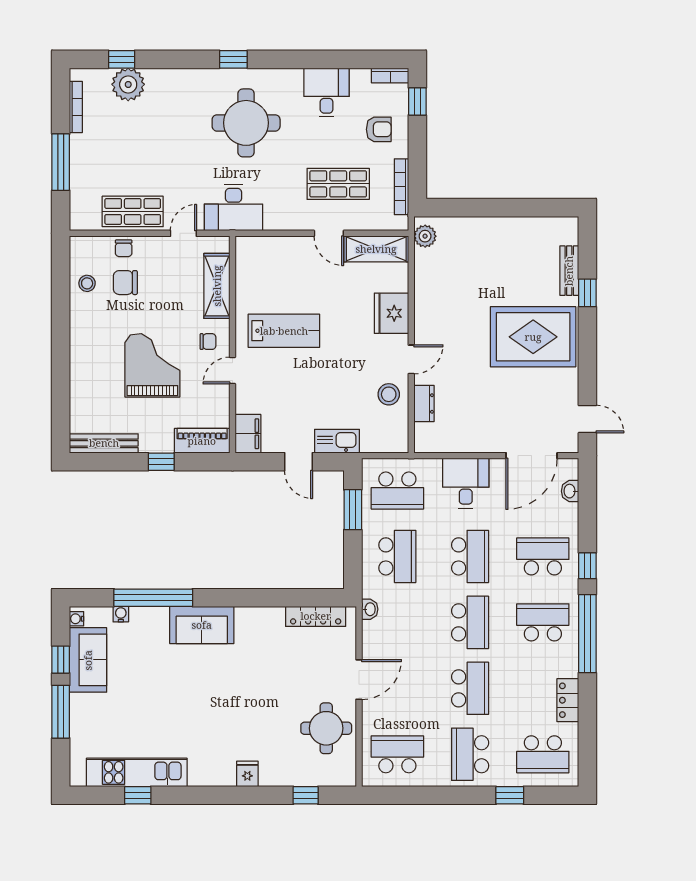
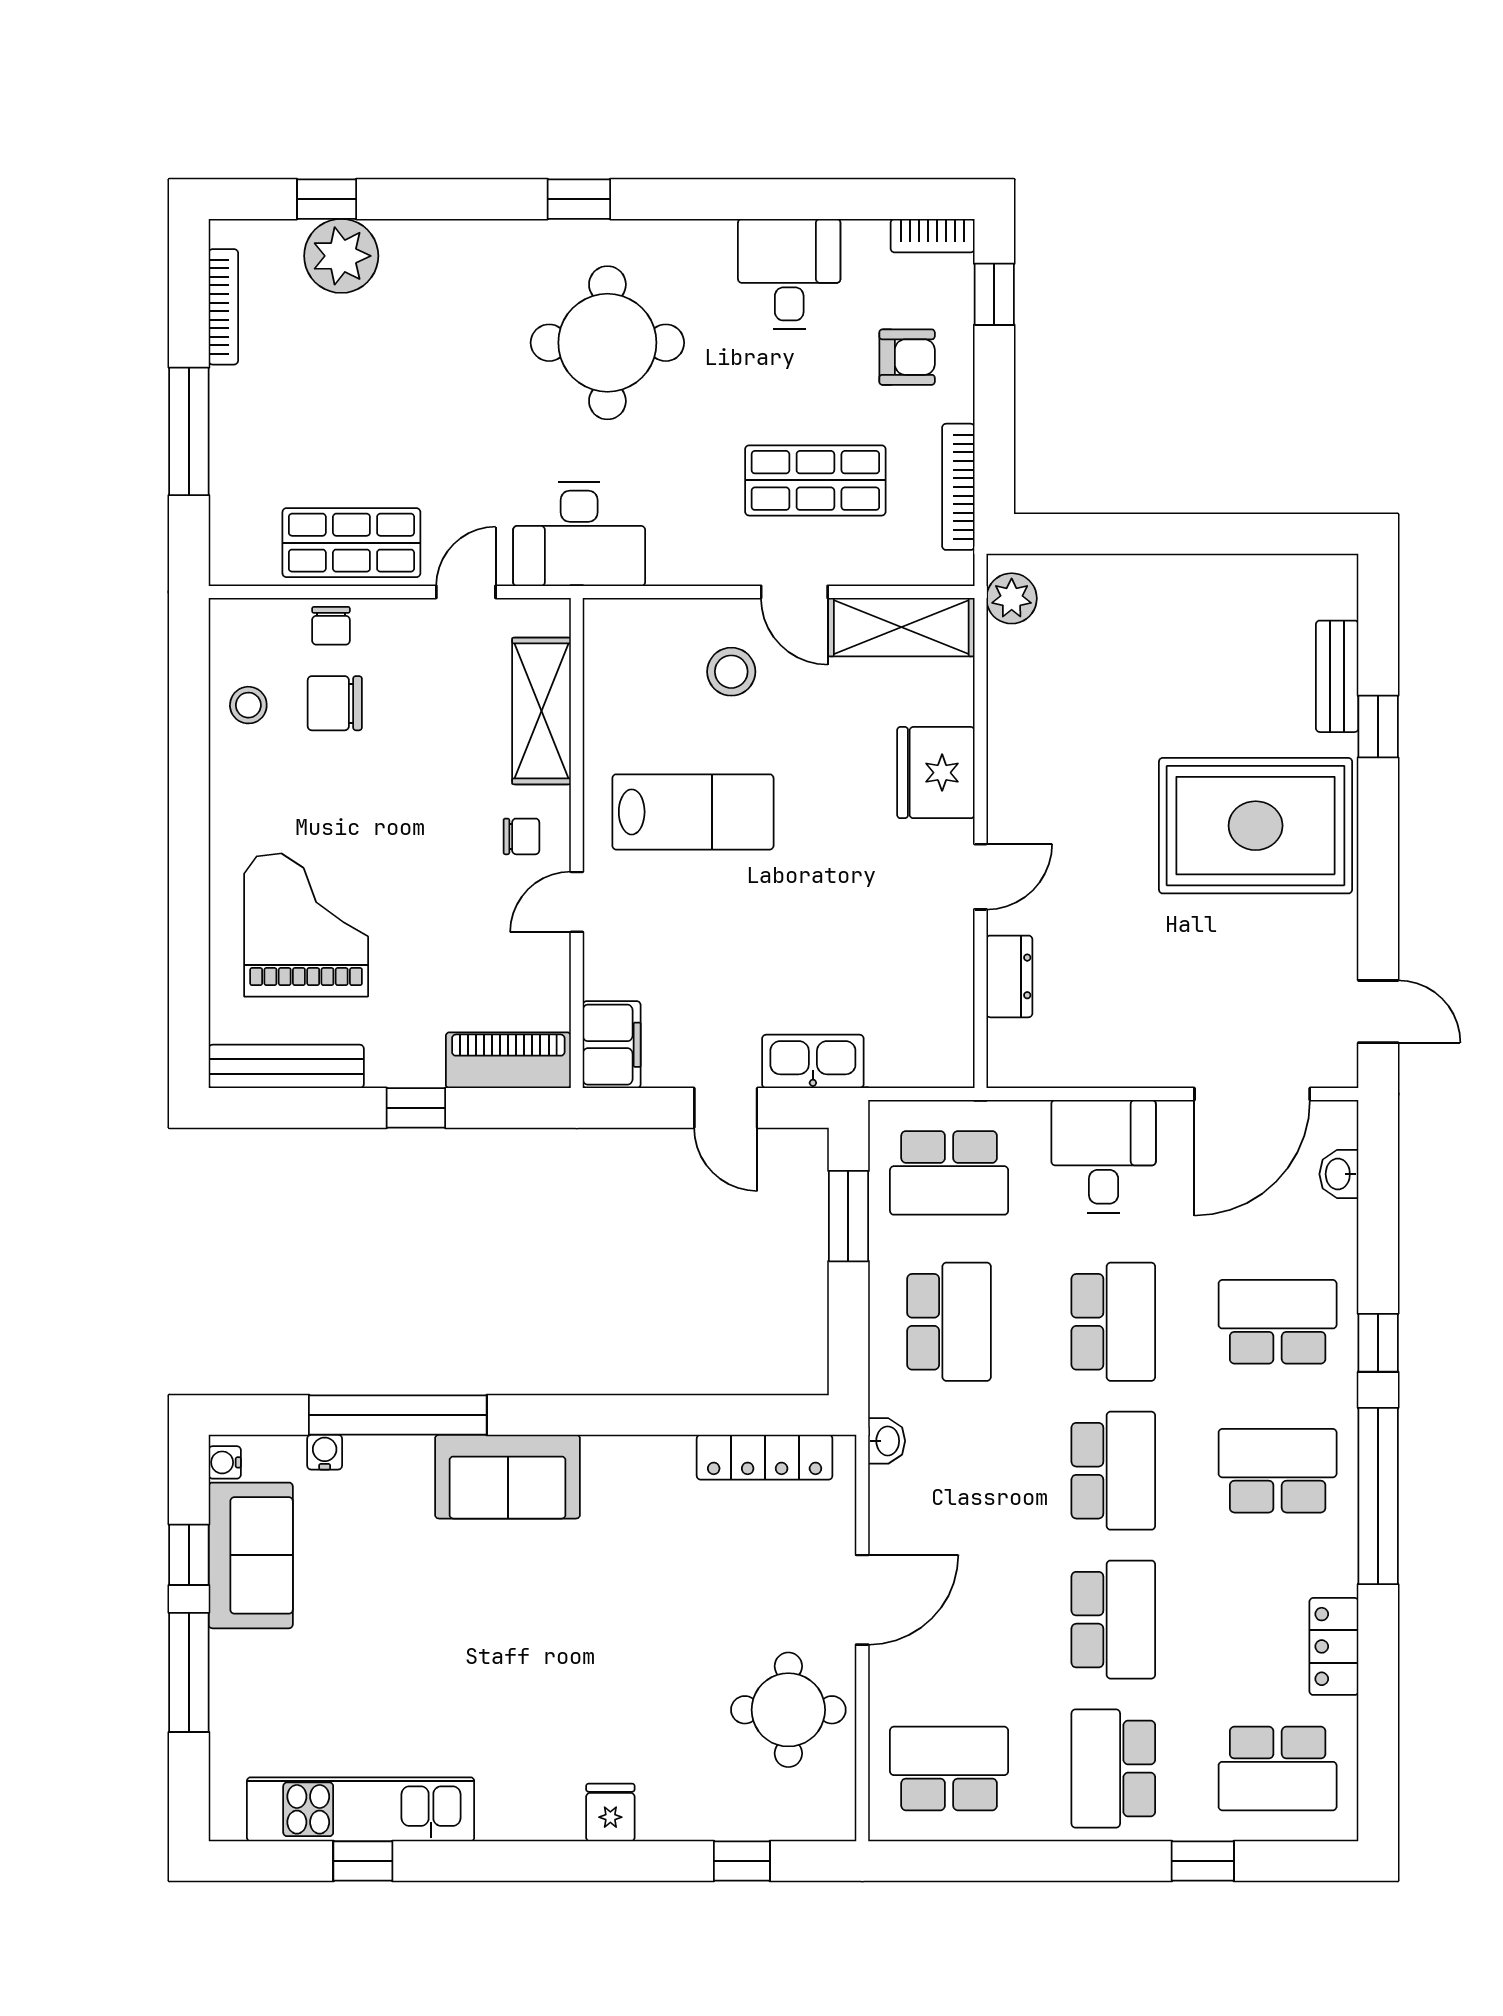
grand piano: (152, 365) -> (306, 925), moved
stool: (389, 394) -> (731, 672), moved

